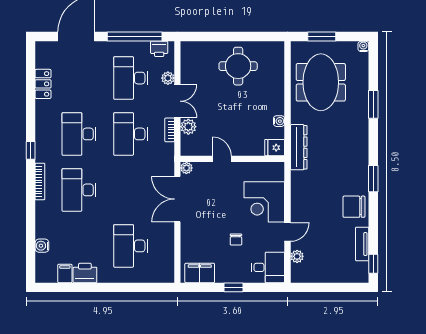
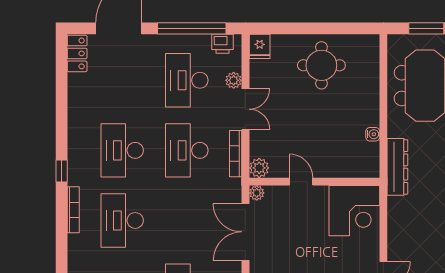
locker: (43, 84) -> (77, 53), moved
plant: (188, 127) -> (259, 168), moved
bookcase: (170, 130) -> (236, 154), width x1.56
fridge: (275, 148) -> (260, 46), moved, turned -90
corner desk: (264, 202) -> (354, 211), moved, turned -90

